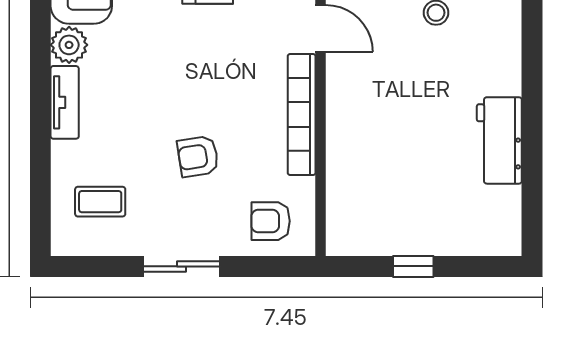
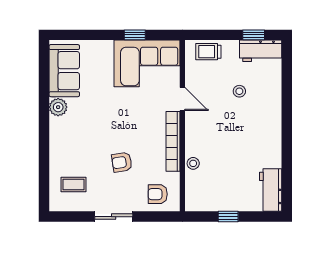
tv unit: (65, 102) -> (56, 136), removed
workbench: (499, 140) -> (271, 190), moved
stool: (342, 159) -> (193, 163), added

